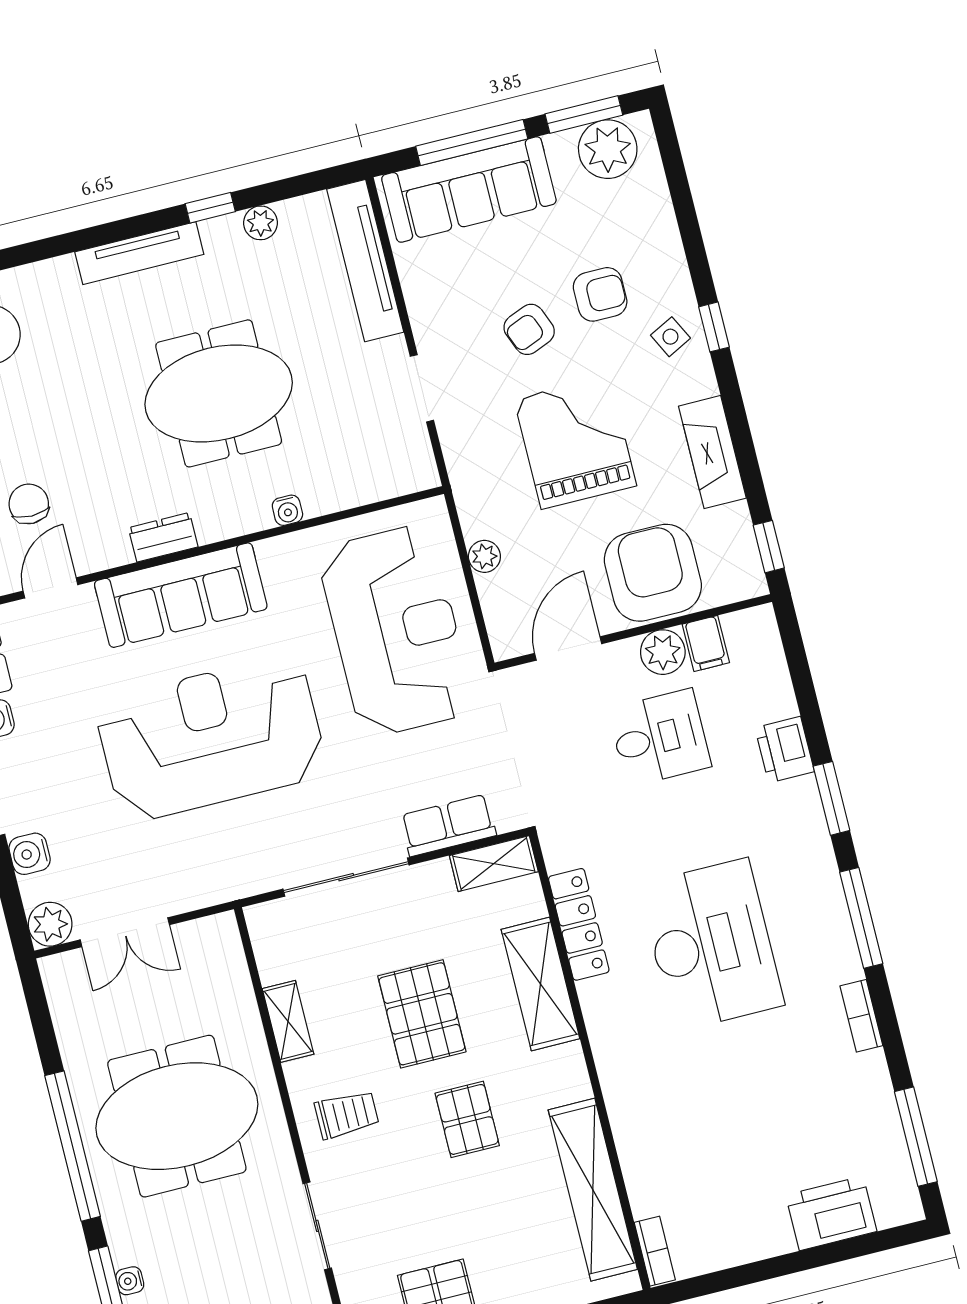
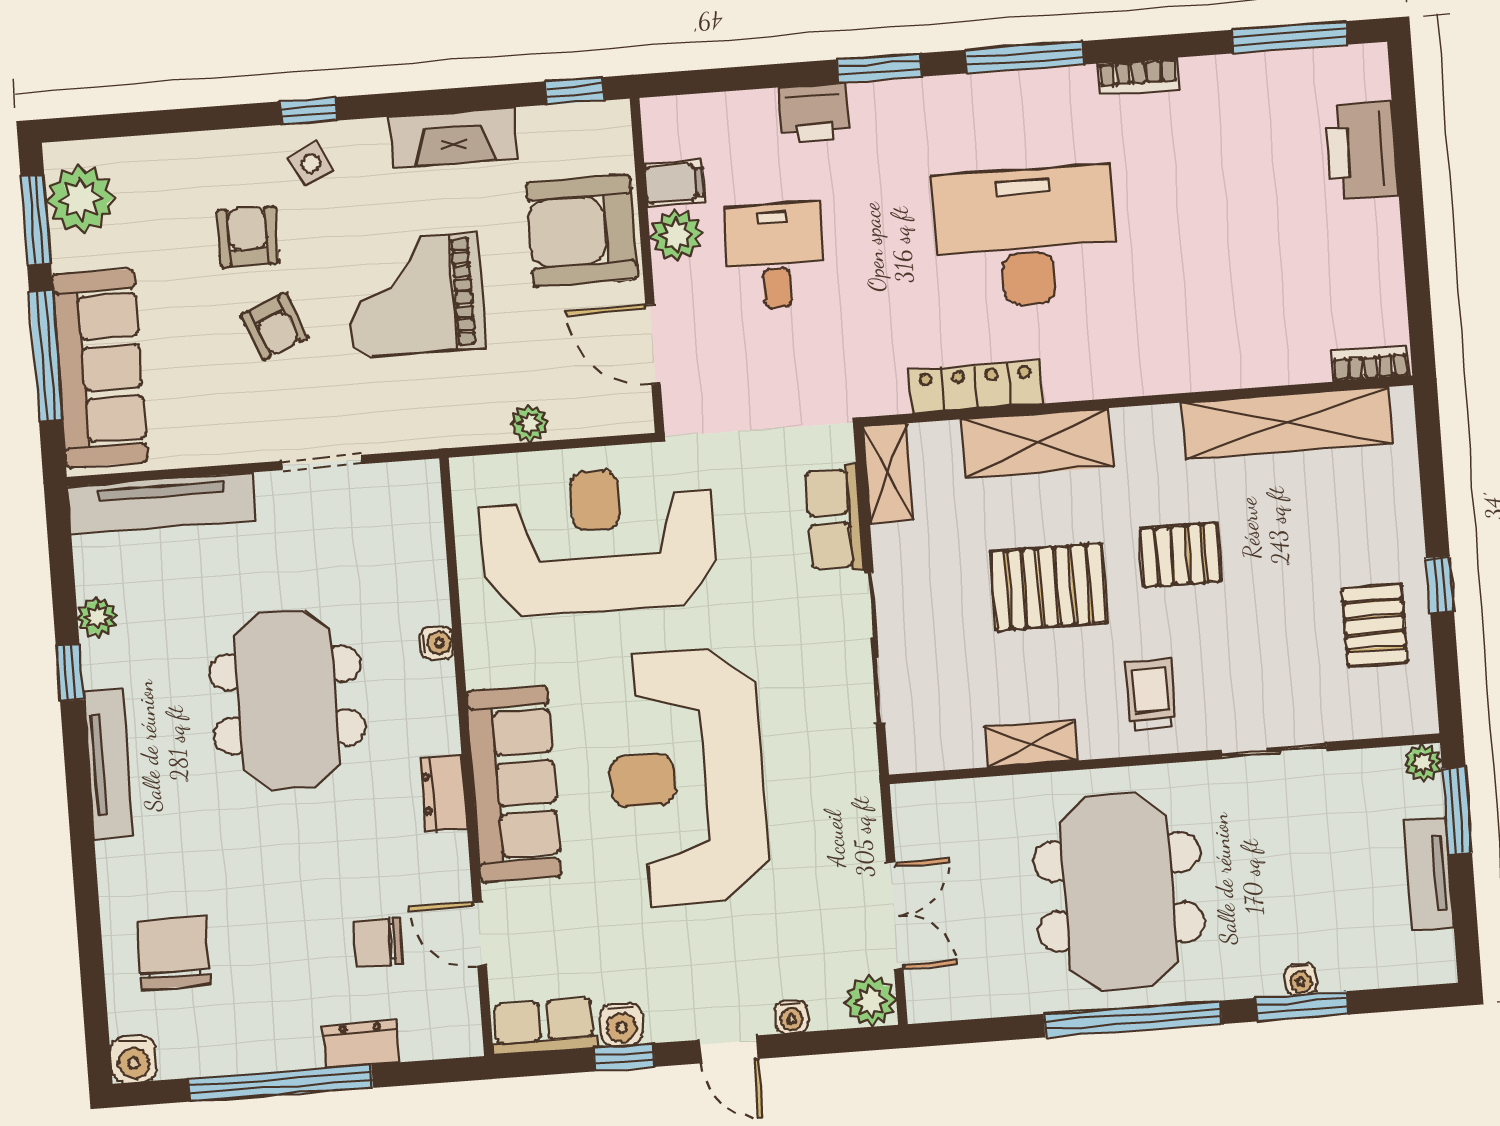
water cooler: (30, 854) -> (791, 1017), width x0.72, depth x0.72

